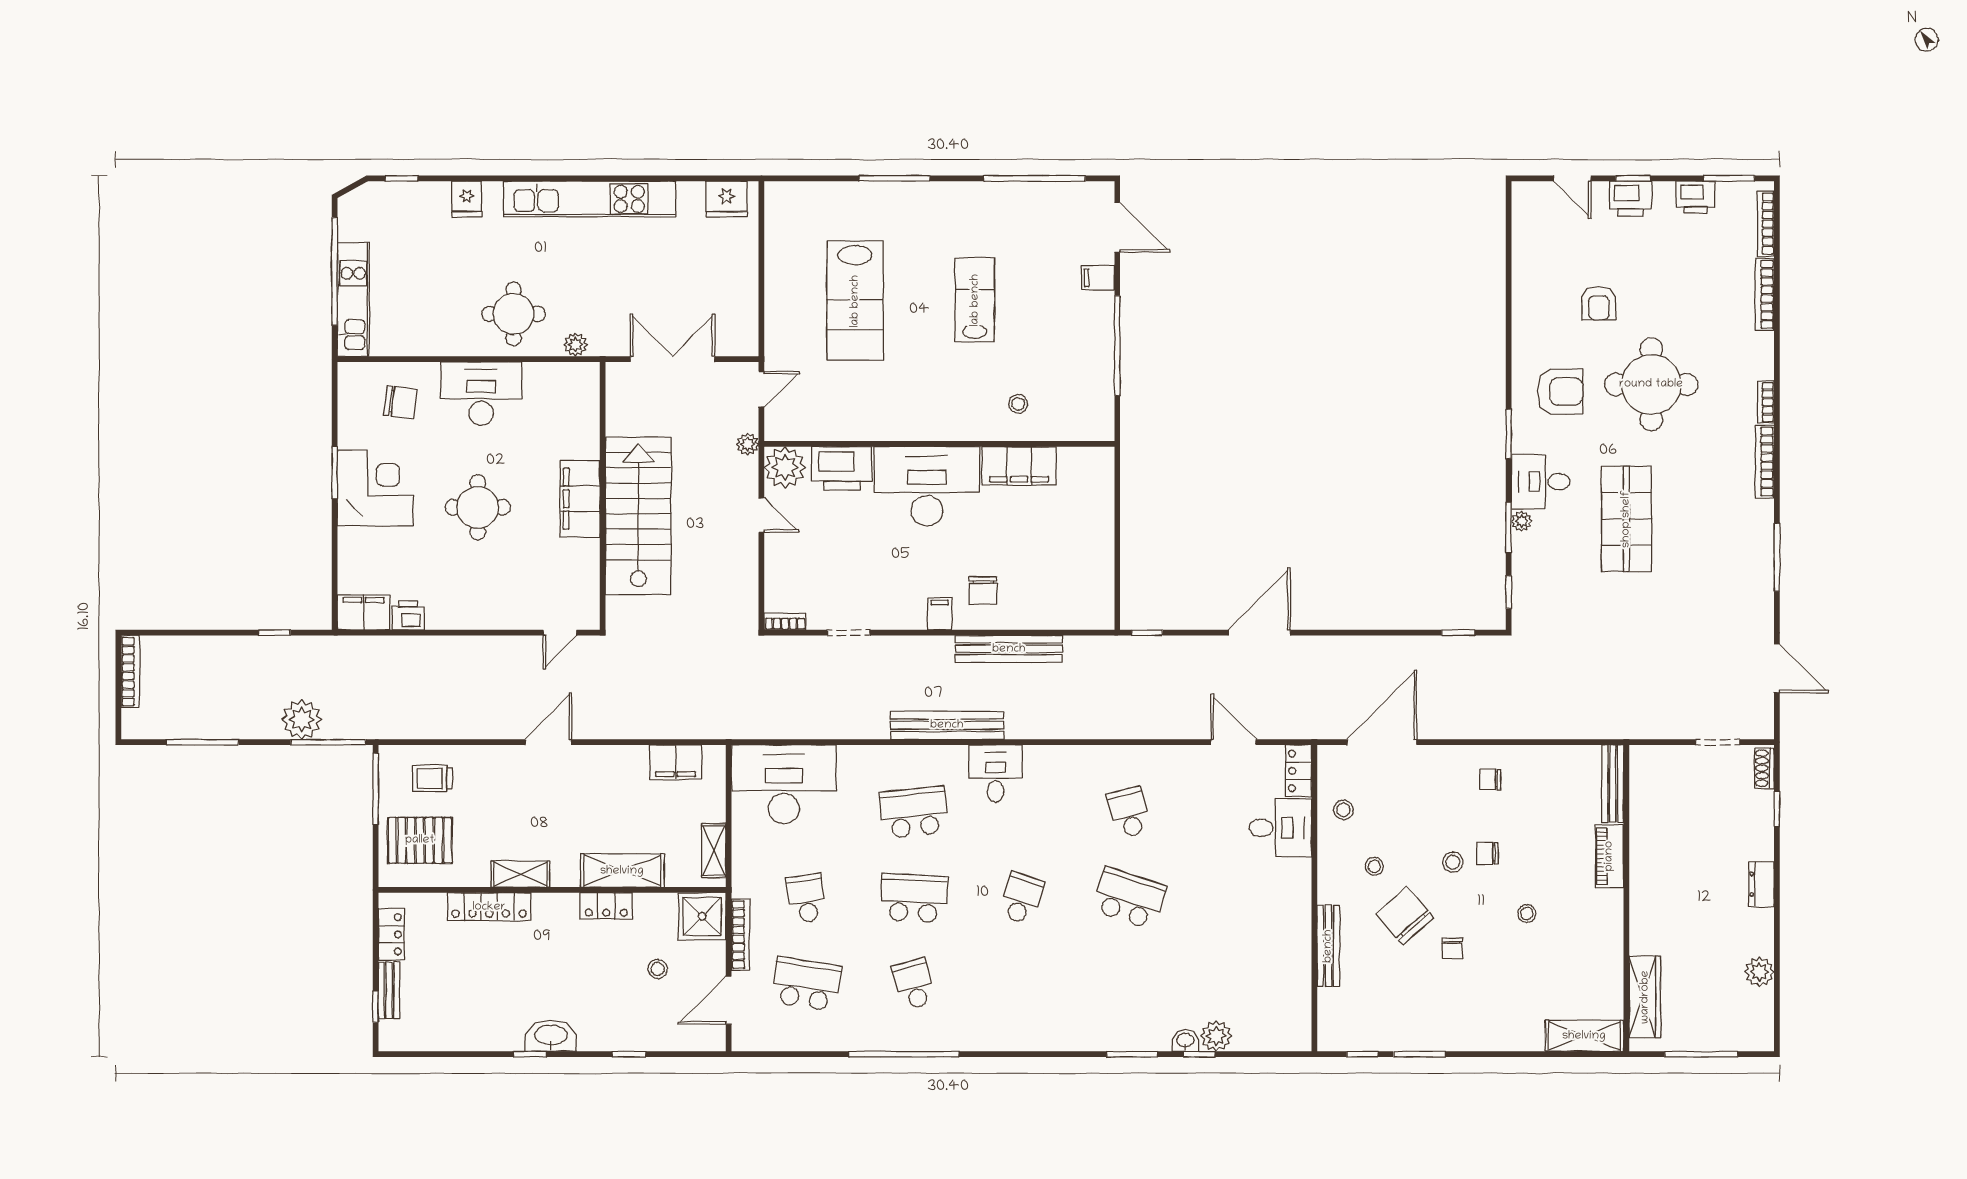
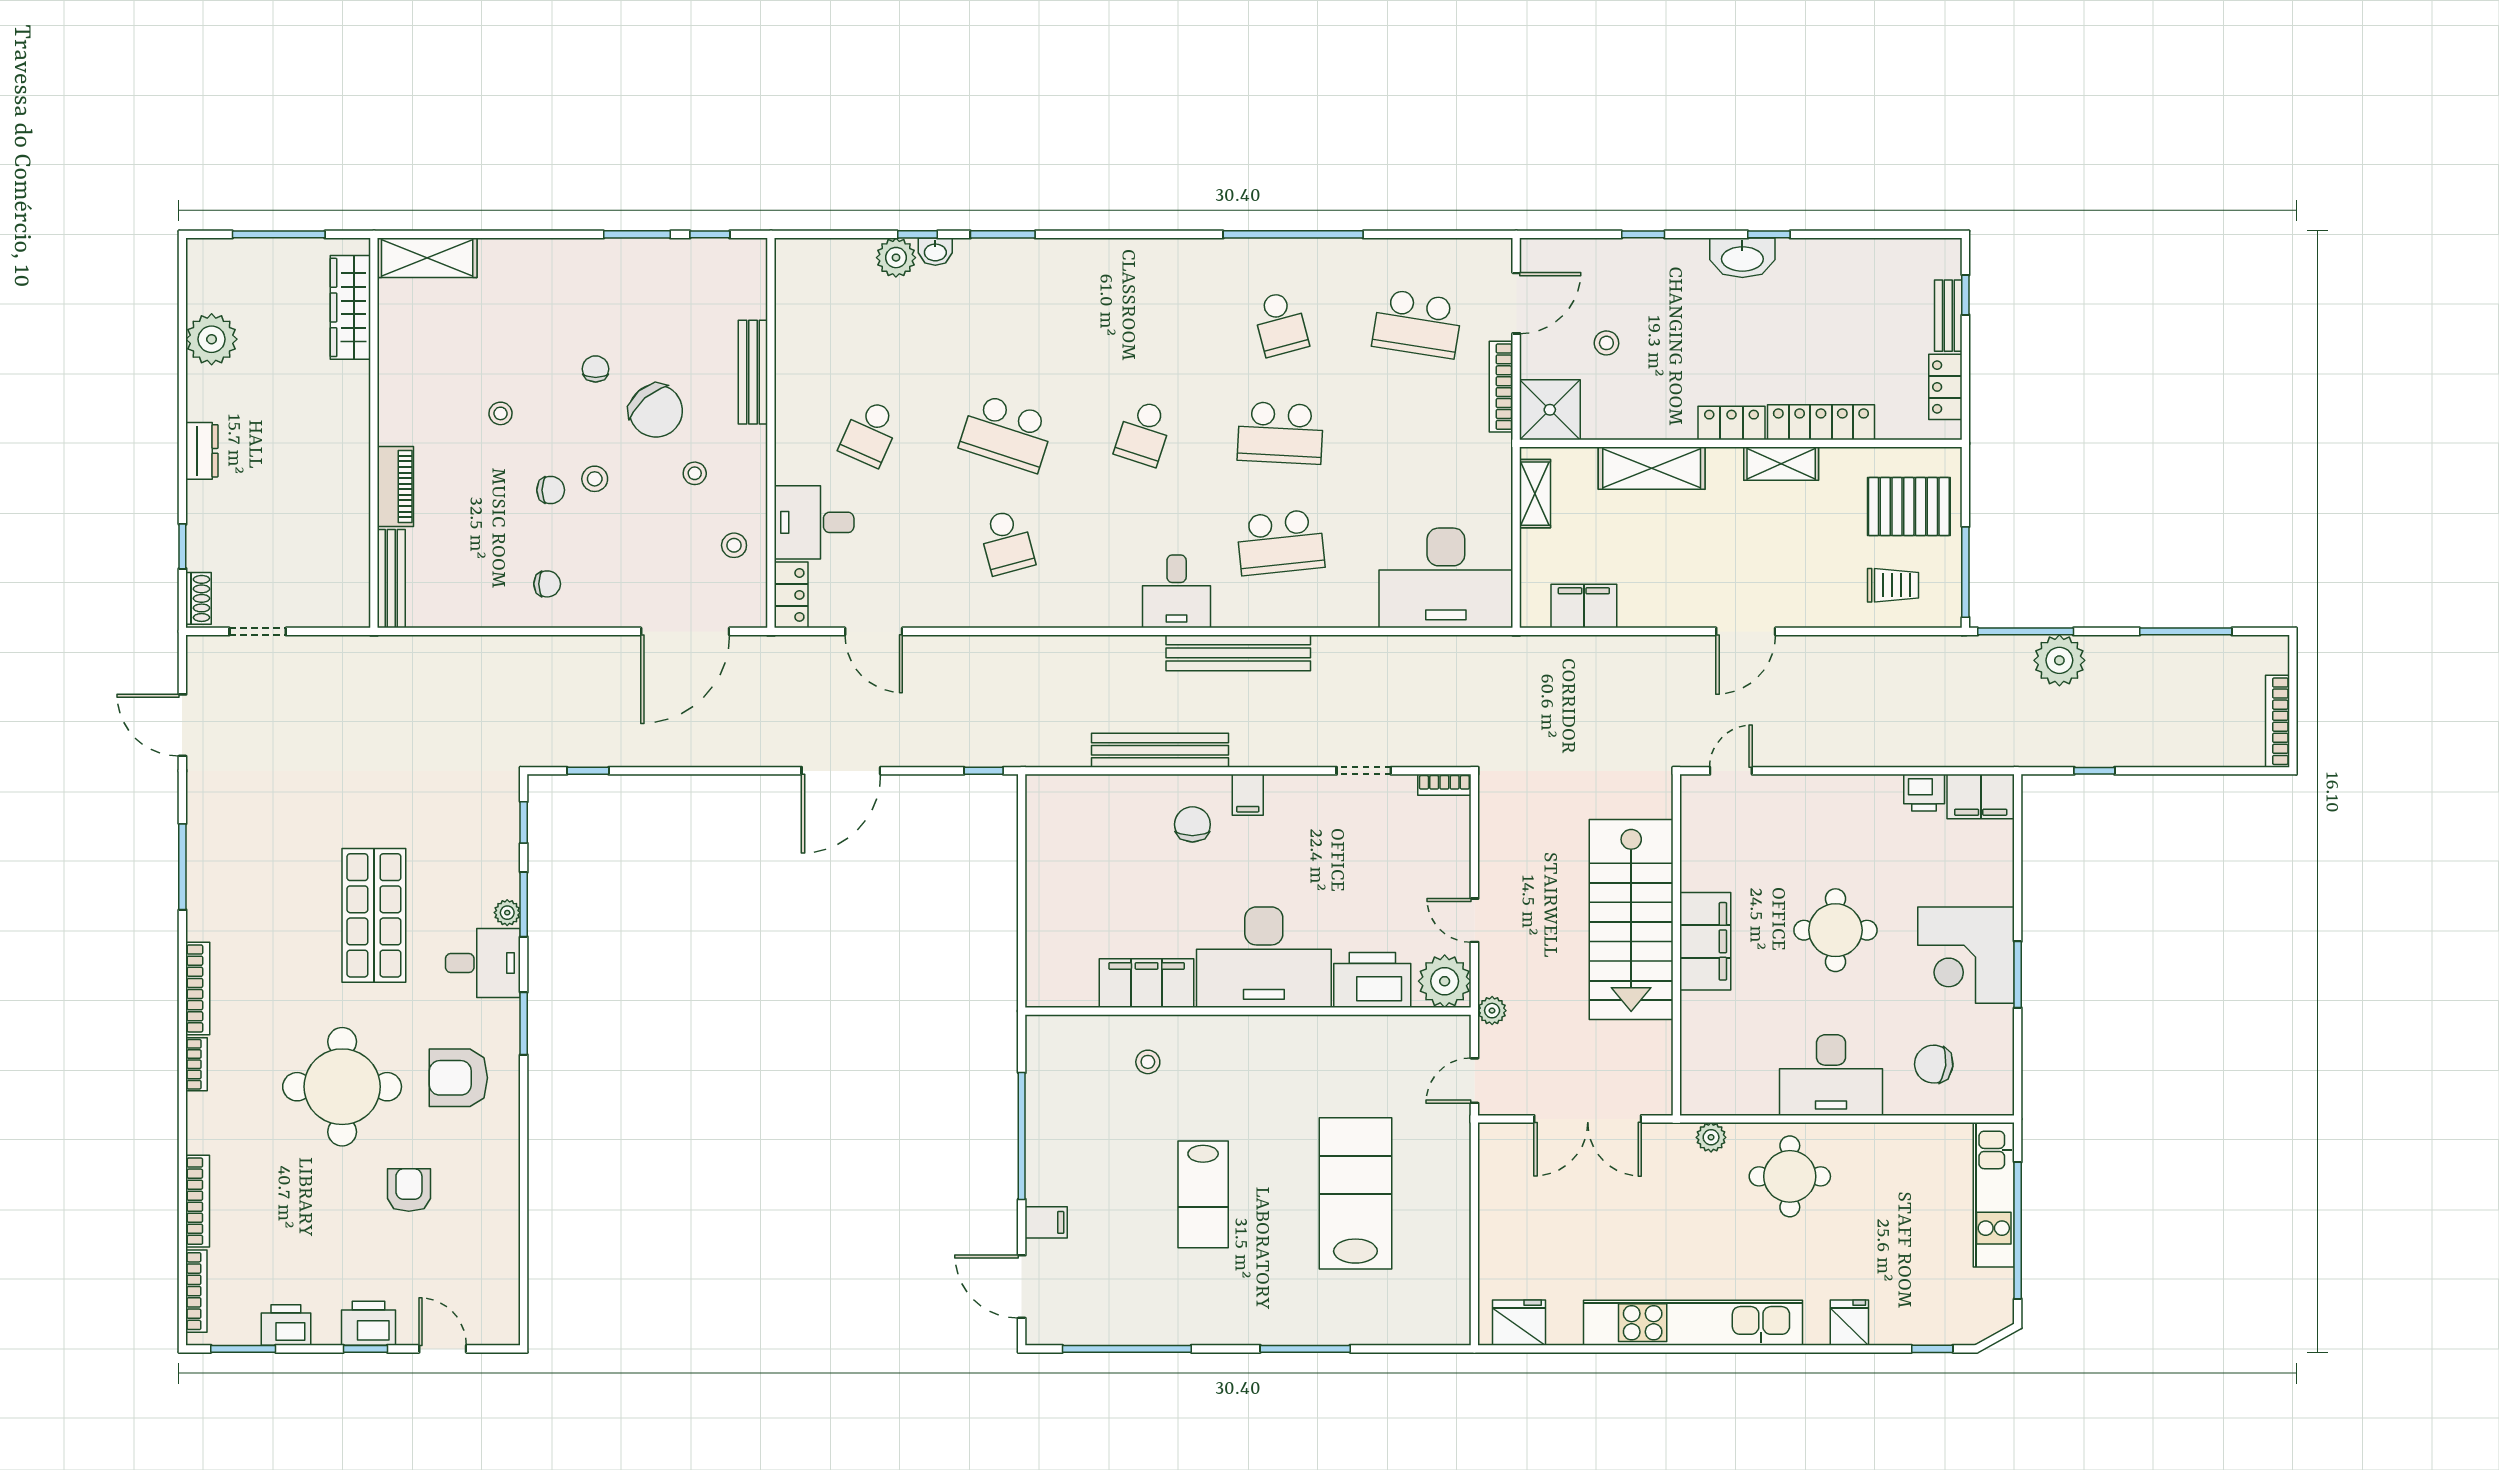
school desk: (806, 898) -> (870, 433), moved, turned 33
locker: (606, 906) -> (1731, 423), moved
plant: (1759, 972) -> (212, 339), width x1.36, depth x1.36

